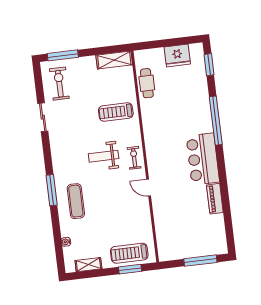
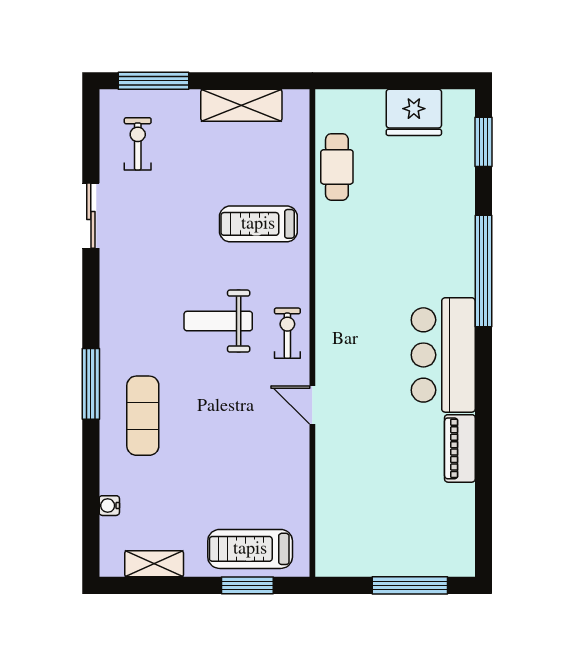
shelving: (114, 60) -> (241, 105), moved
exercise bike: (59, 84) -> (138, 144), width x0.73, depth x0.72

